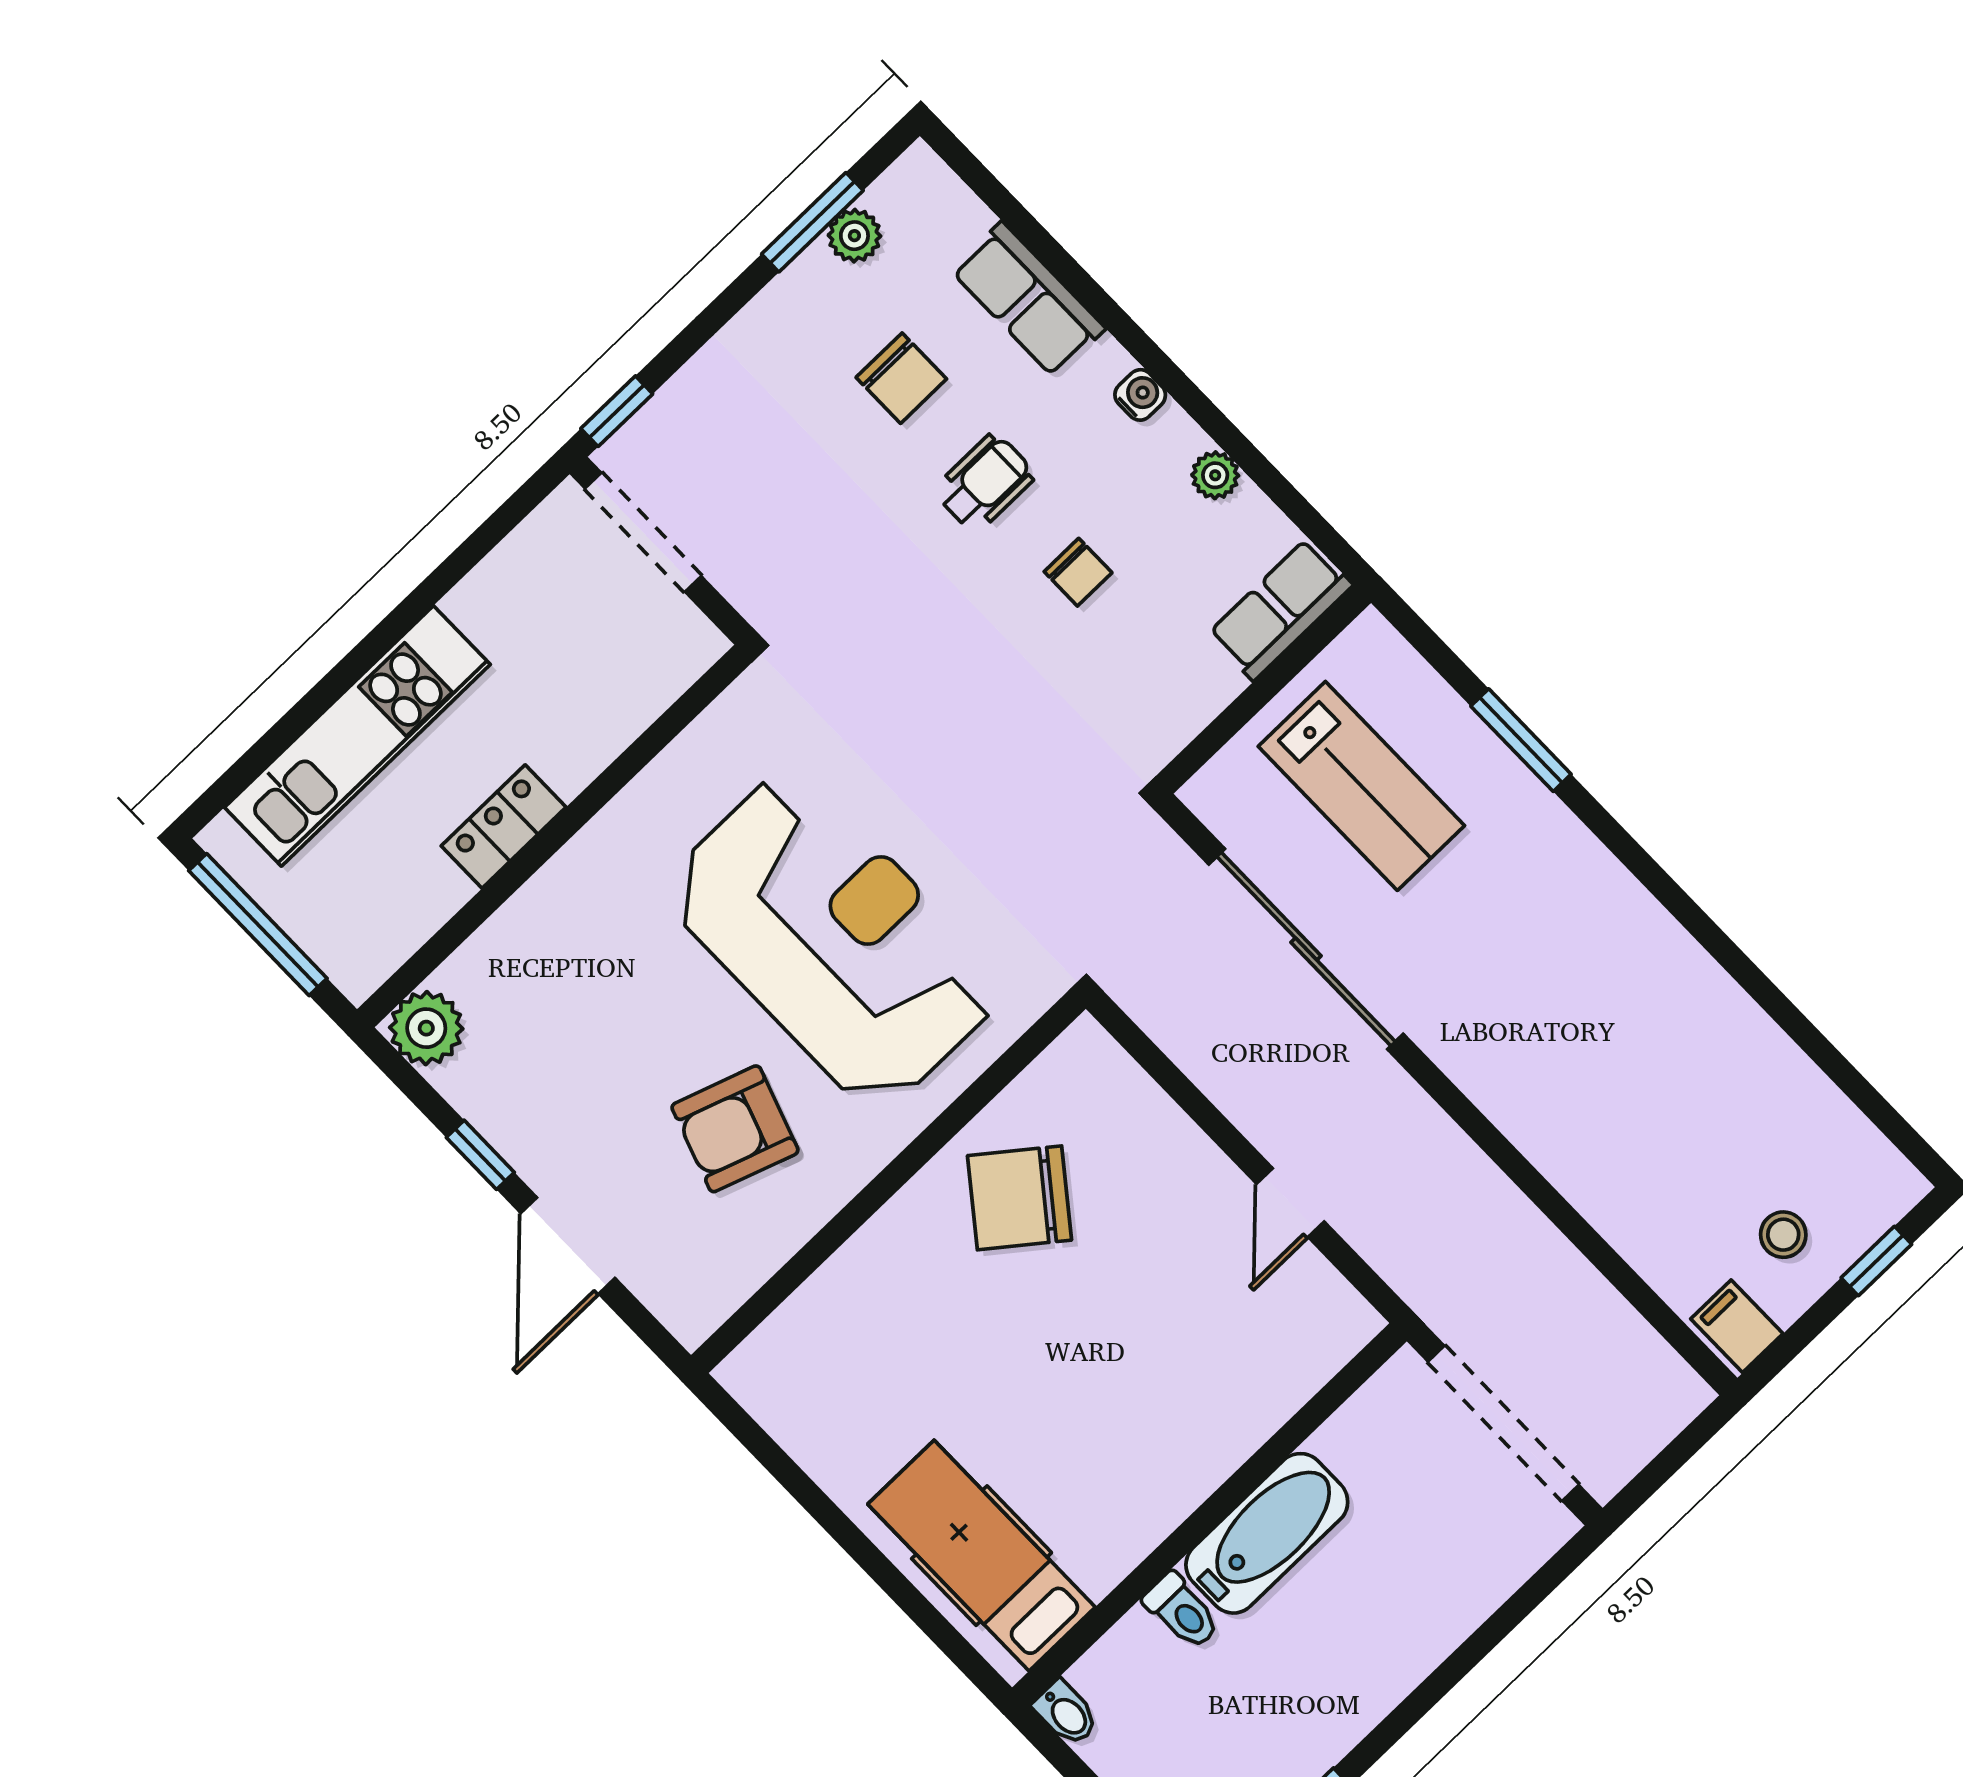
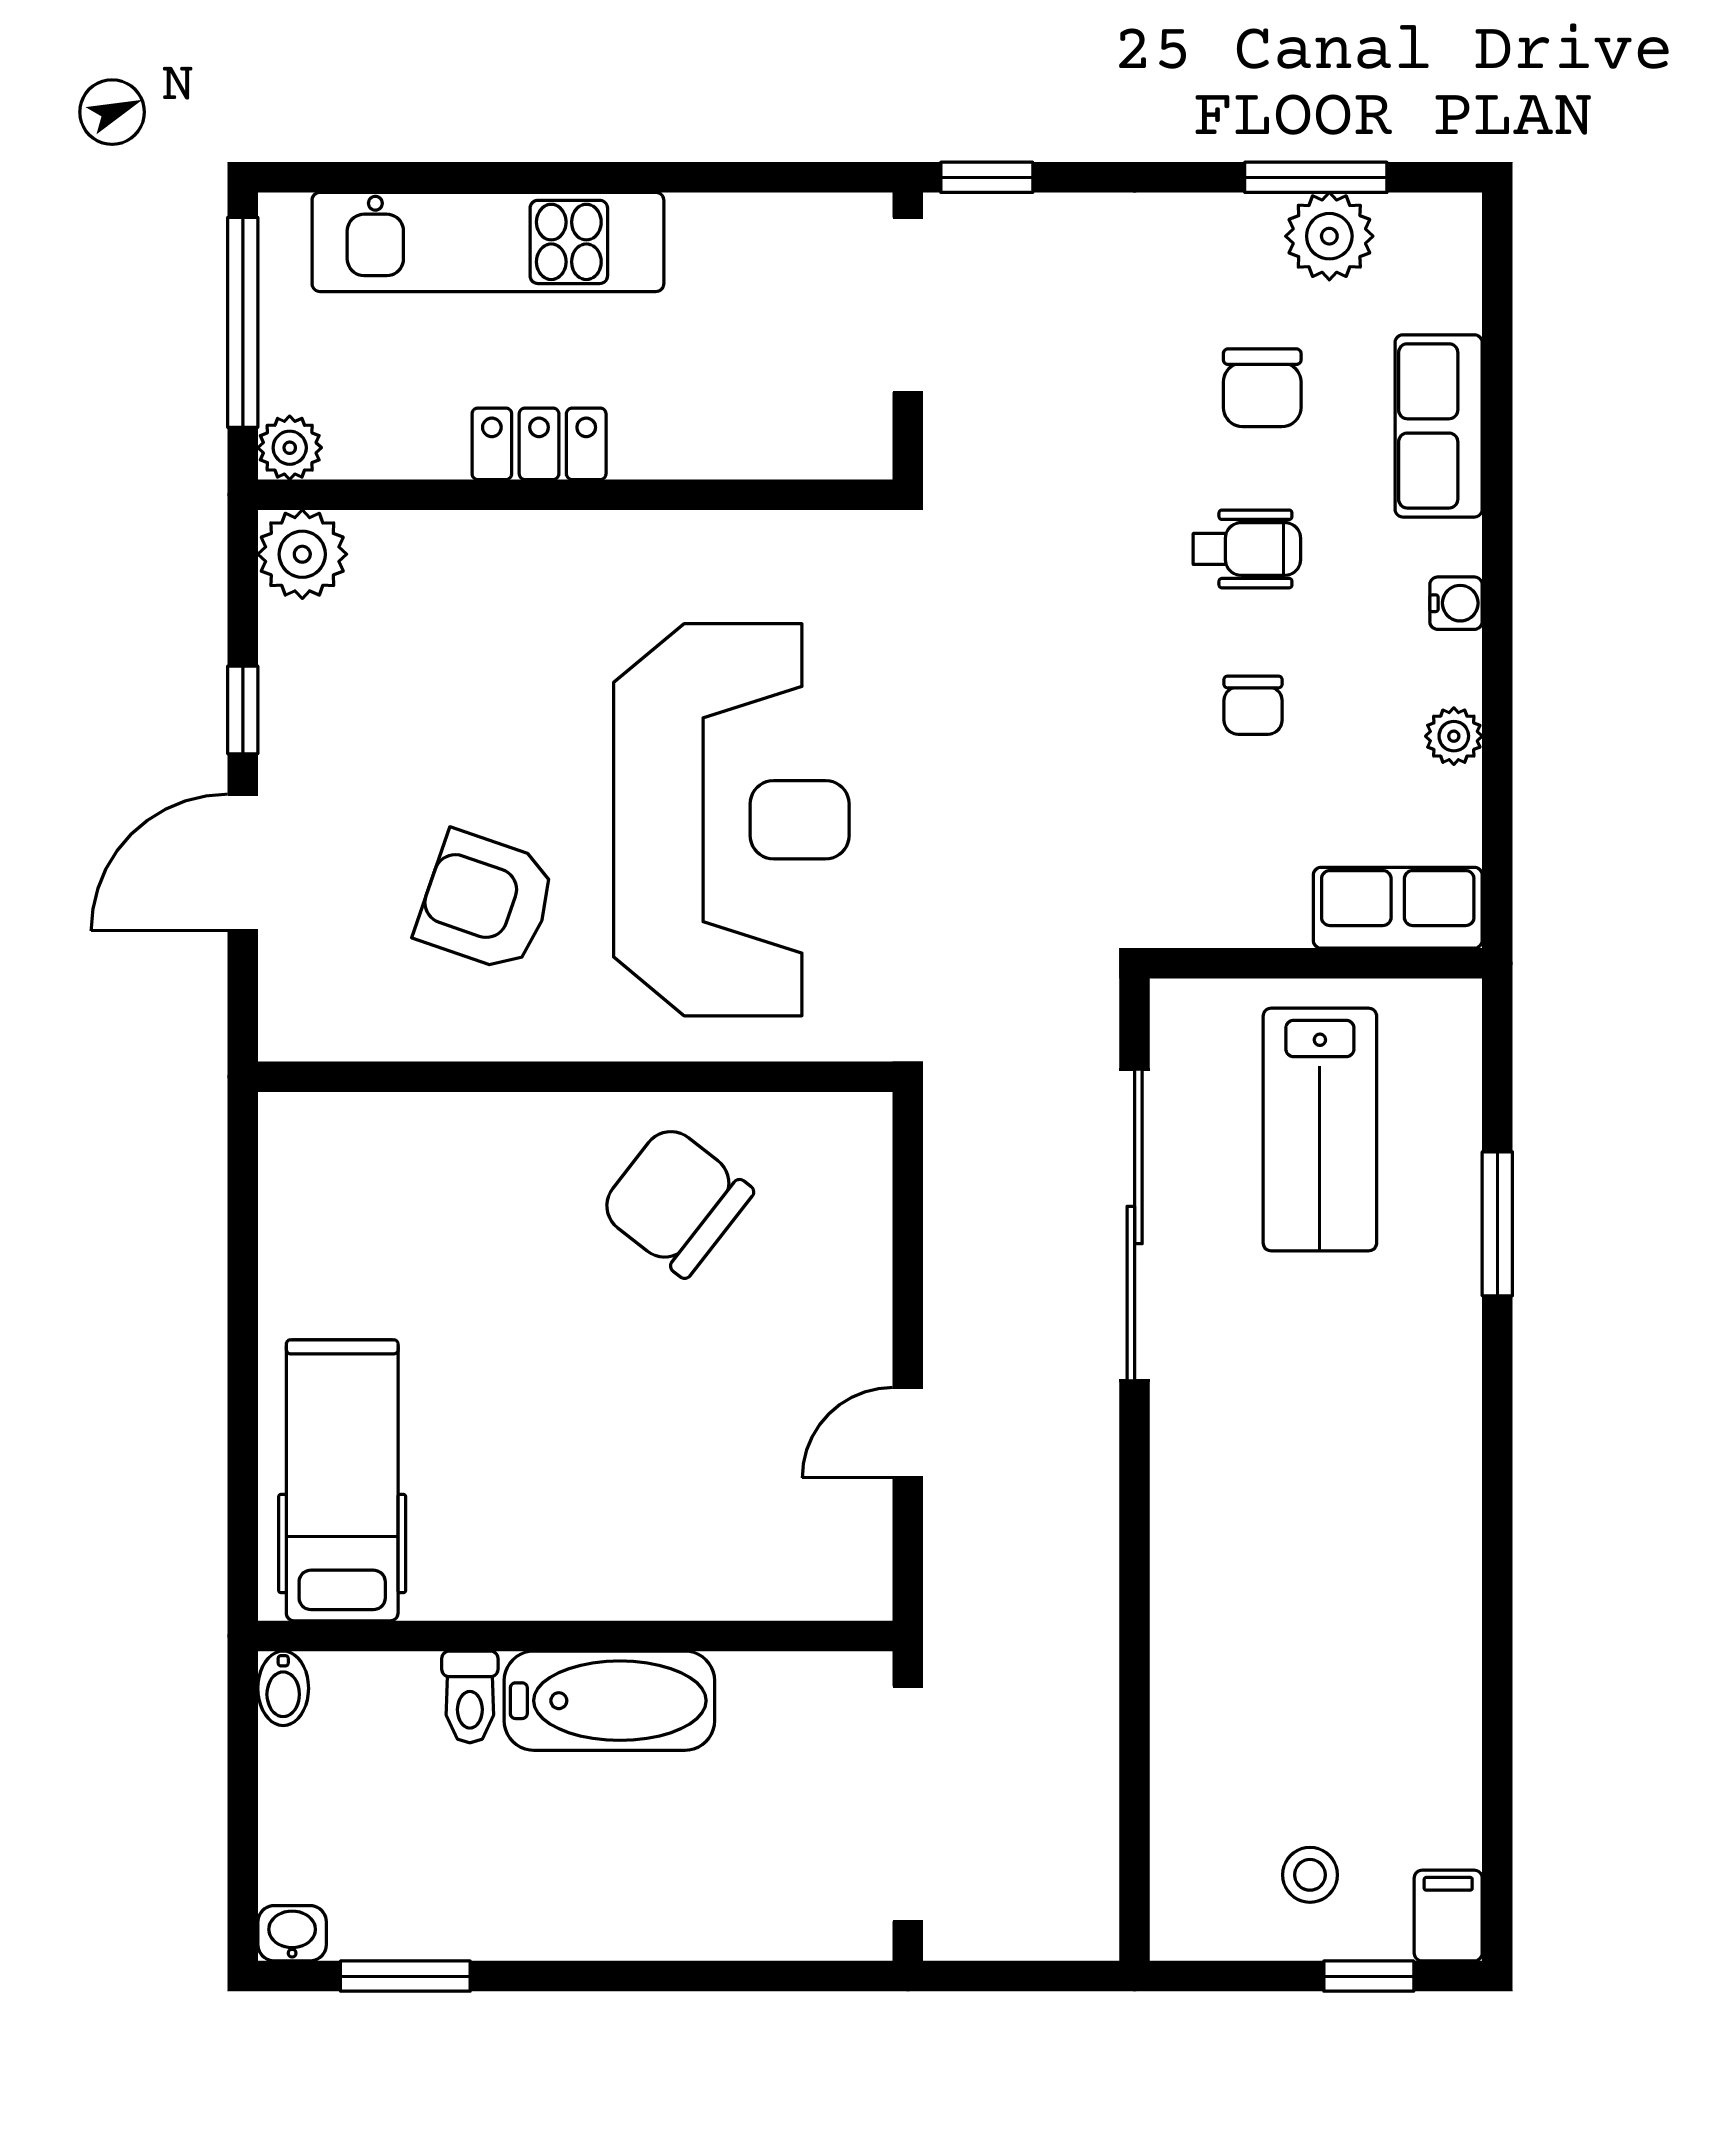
plant: (854, 236) -> (1329, 236), width x1.38, depth x1.38
plant: (358, 972) -> (290, 448), added
filing cabinet: (1737, 1326) -> (1448, 1916), moved

